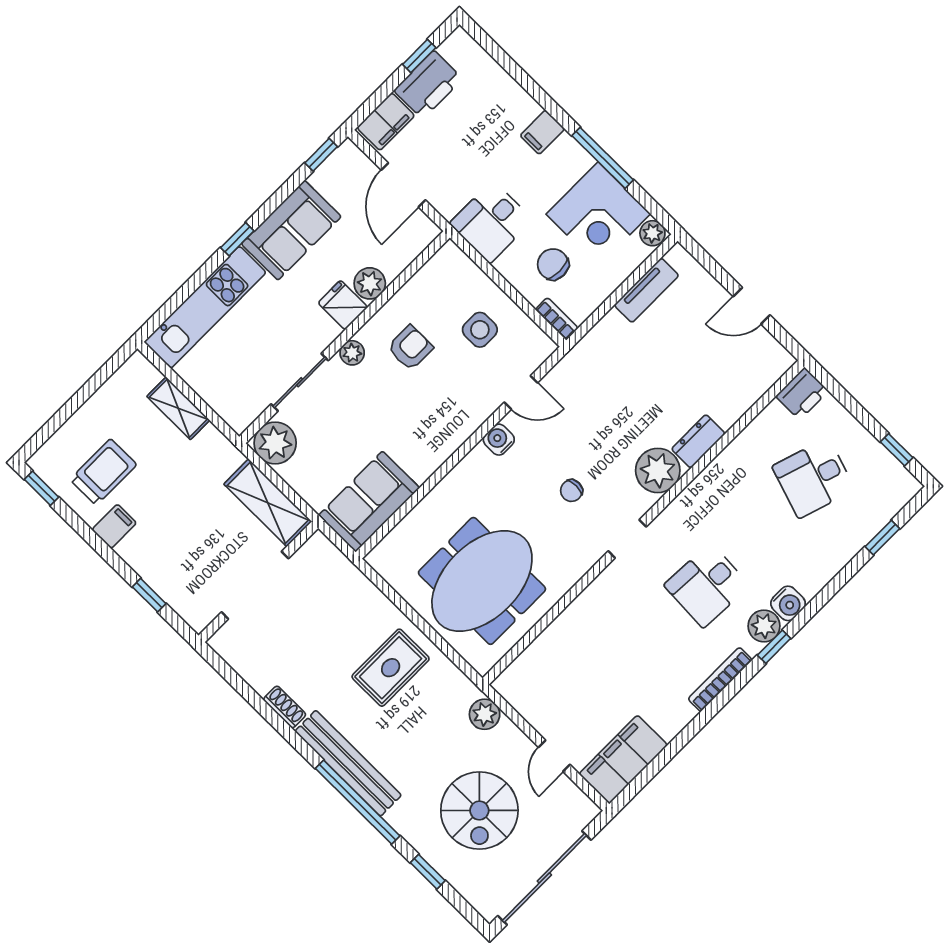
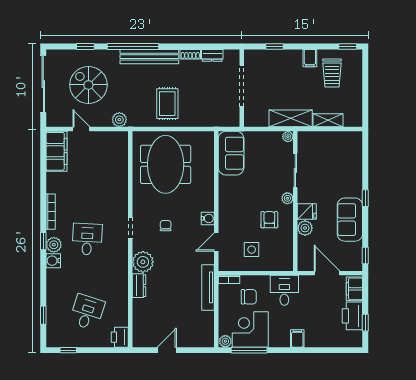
window: (603, 158) -> (249, 350), moved
tv unit: (647, 290) -> (208, 287), moved, width x1.41
kitchen unit: (205, 307) -> (353, 164), removed
armchair: (410, 348) -> (269, 220), turned 180
plant: (275, 443) -> (288, 137), width x0.53, depth x0.53
shelving: (268, 503) -> (291, 118), moved
dresser: (254, 673) -> (212, 55), added

